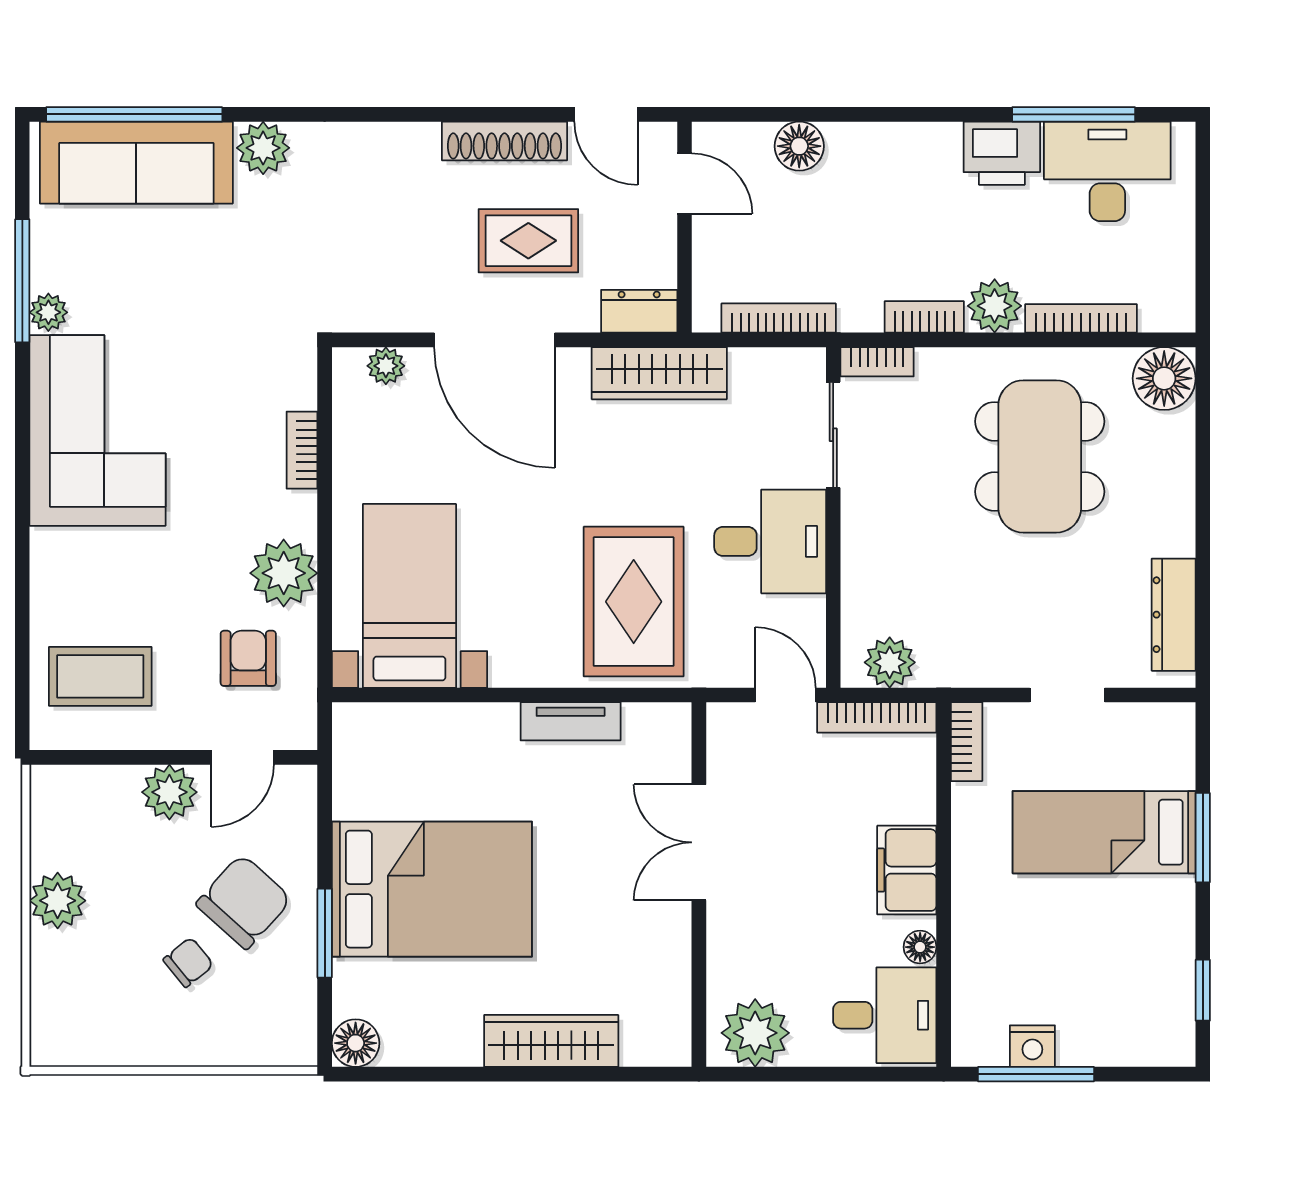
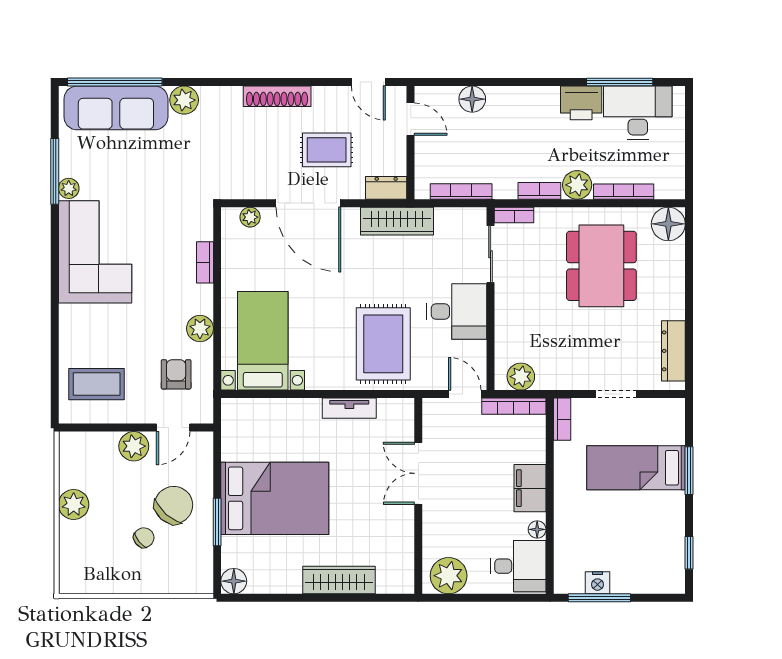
shoe rack: (504, 141) -> (277, 96), moved
plant: (284, 573) -> (200, 328), width x0.73, depth x0.73

